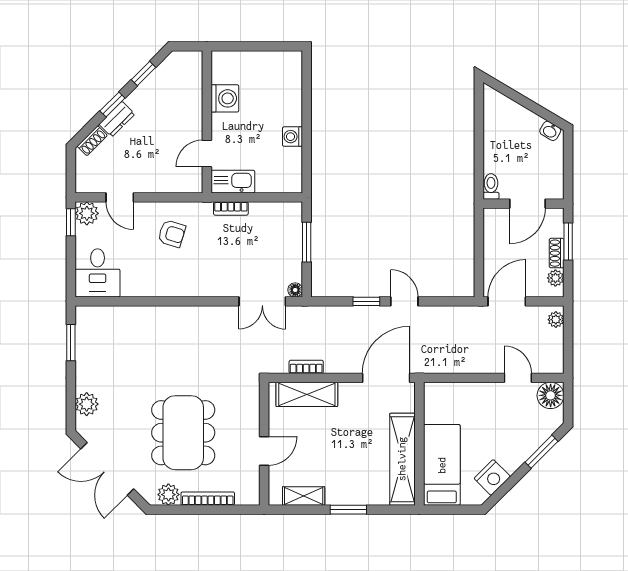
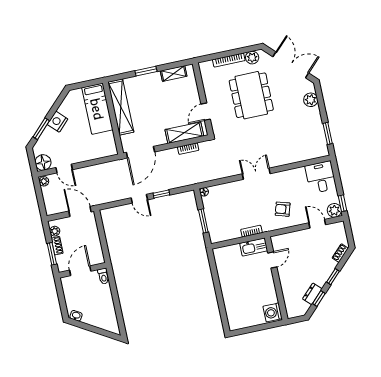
washing machine: (225, 98) -> (273, 312), moved
dresser: (117, 119) -> (312, 294), moved
washing machine: (292, 137) -> (225, 280), removed
double door: (262, 301) -> (256, 174), moved
door: (507, 301) -> (80, 212), swing flipped
plant: (556, 320) -> (44, 181), moved
door: (264, 451) -> (206, 112), moved
nightstand: (492, 477) -> (57, 122), moved

